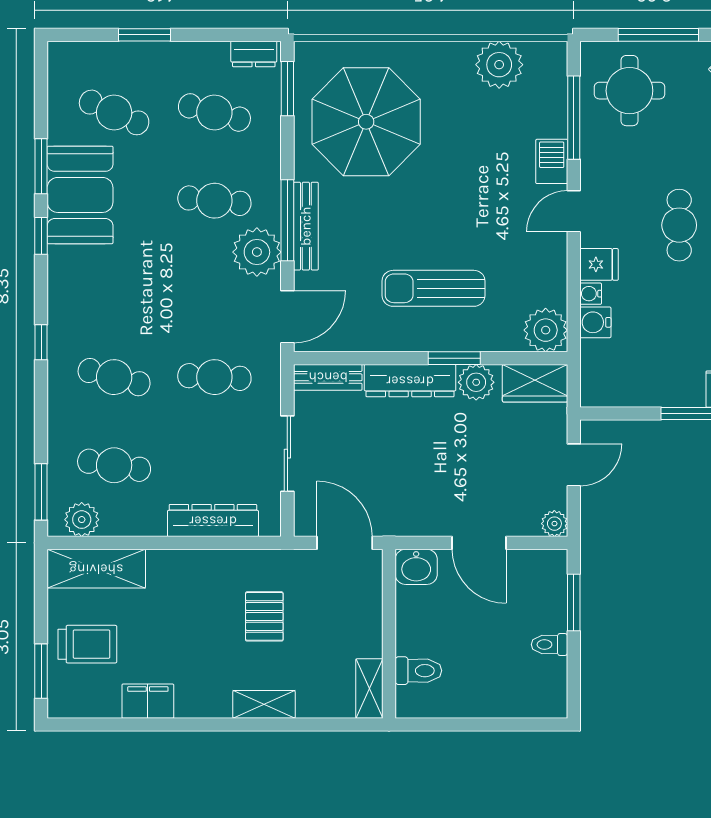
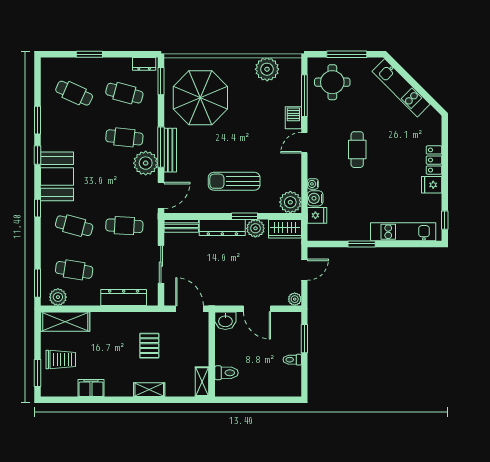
booth: (80, 195) -> (57, 176), moved
fridge: (599, 264) -> (317, 215), moved

